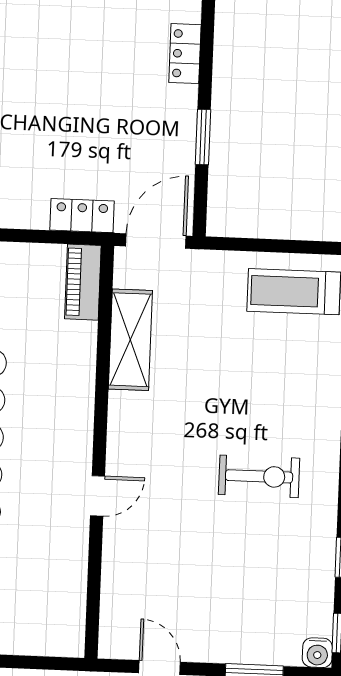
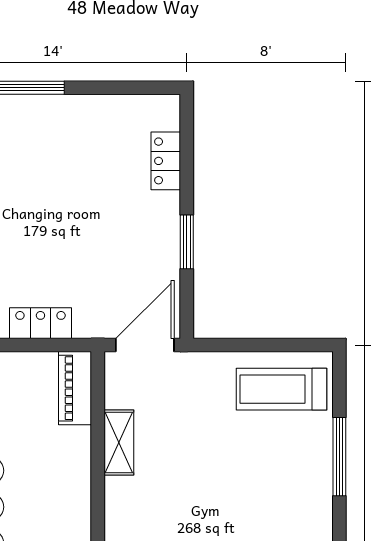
locker: (82, 216) -> (40, 323), moved
shelving: (130, 340) -> (119, 442), width x0.67, depth x0.75

